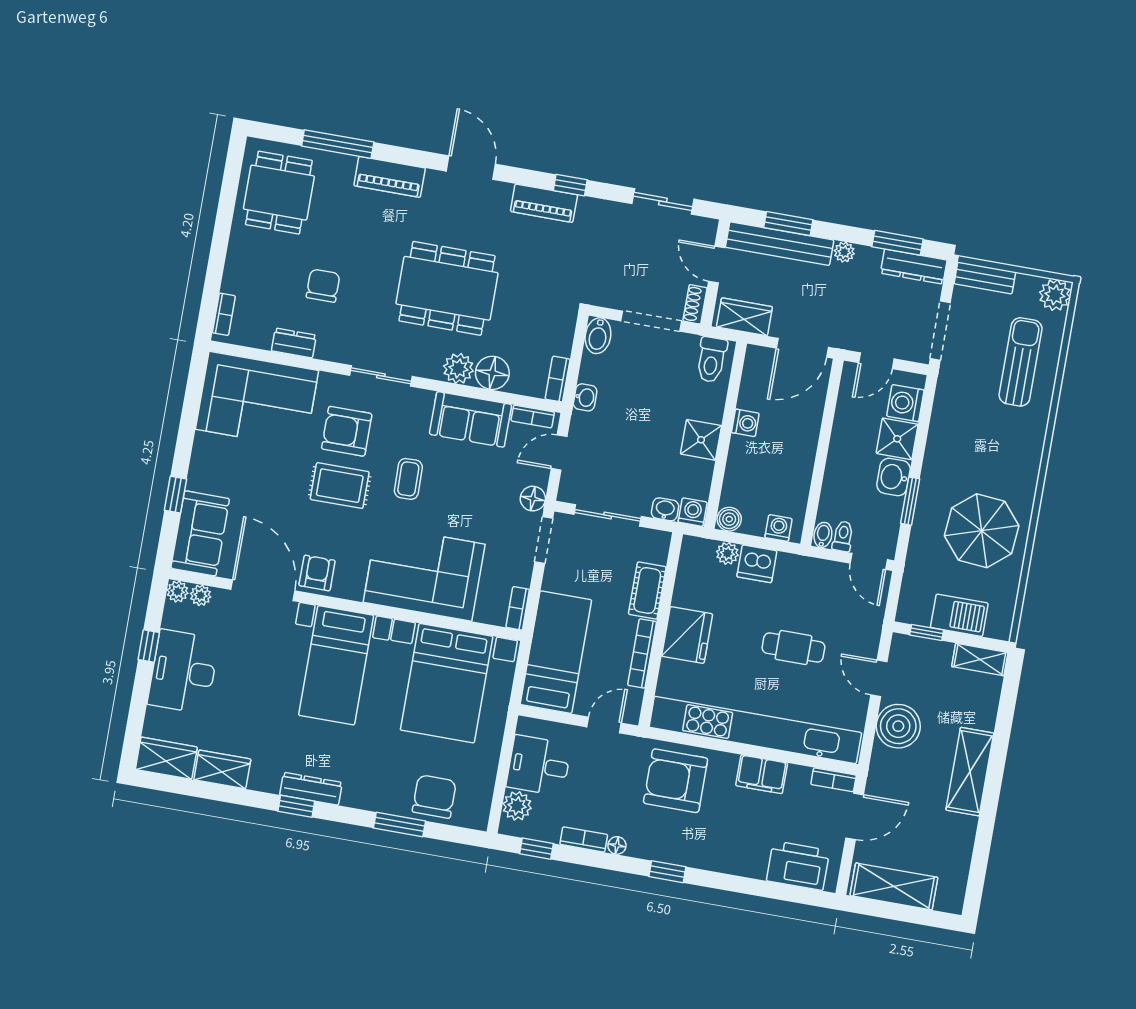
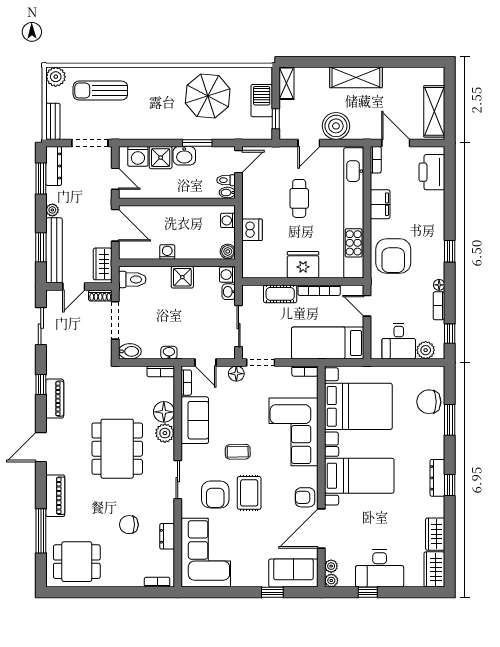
plant: (727, 553) -> (249, 249), removed

